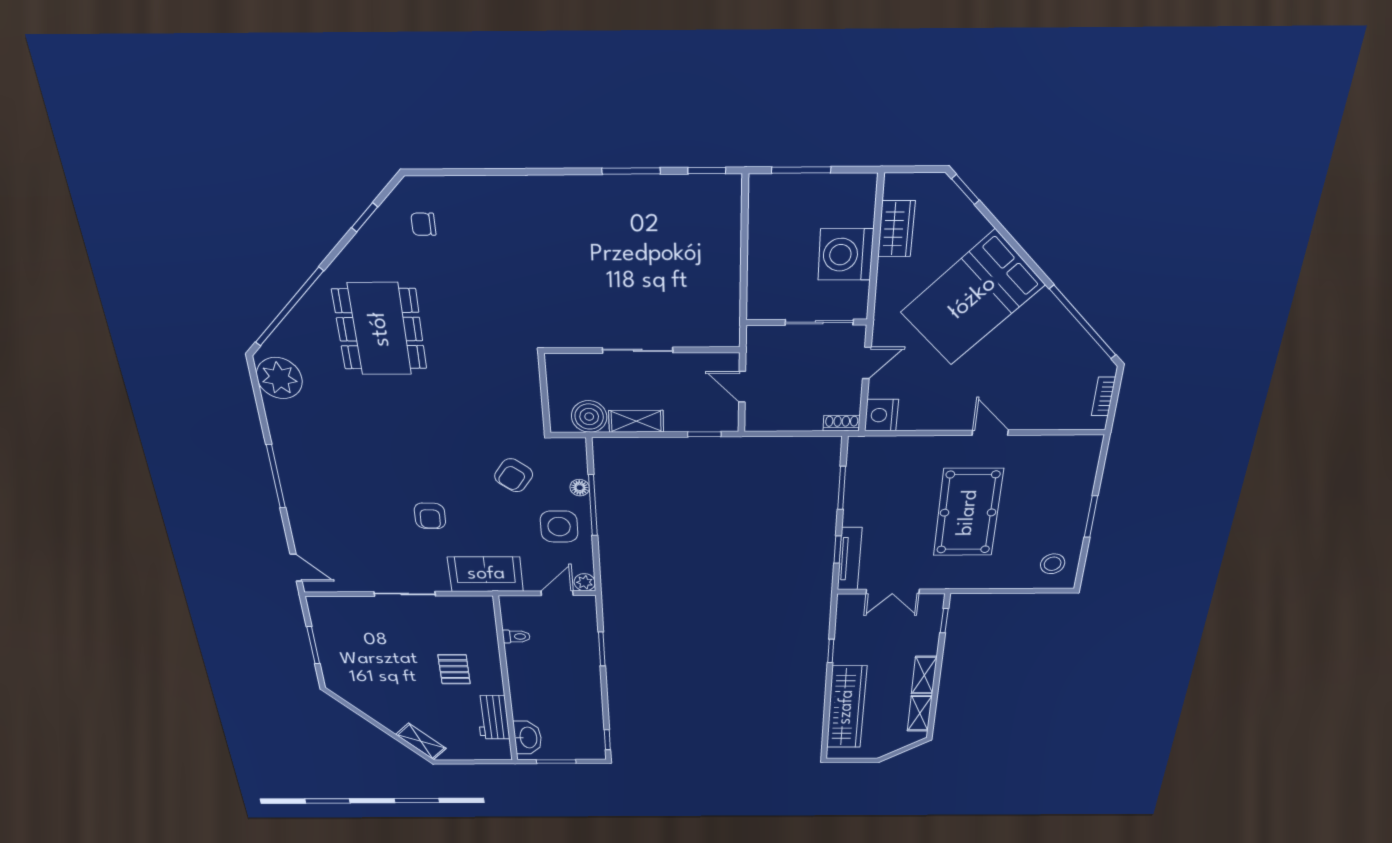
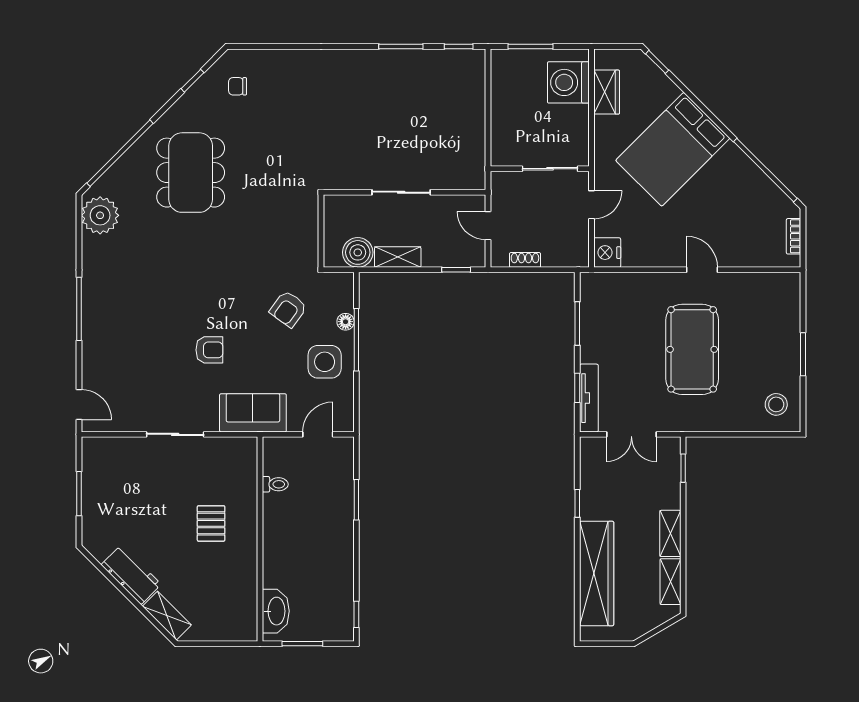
washing machine: (846, 255) -> (568, 82), moved
shoe rack: (842, 423) -> (525, 260), moved
armchair: (430, 516) -> (209, 350), turned -92
plant: (585, 582) -> (344, 422), removed
workbench: (493, 717) -> (131, 575), moved, turned 135

